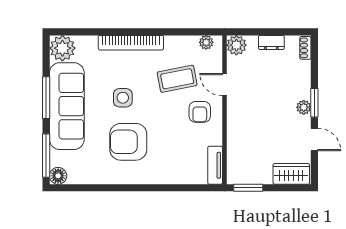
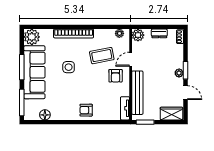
door: (224, 85) -> (131, 59), hinge flipped
bench: (235, 140) -> (137, 93), added
armchair: (128, 142) -> (86, 110), moved, width x0.53, depth x0.53
floor lamp: (58, 176) -> (45, 115), moved

